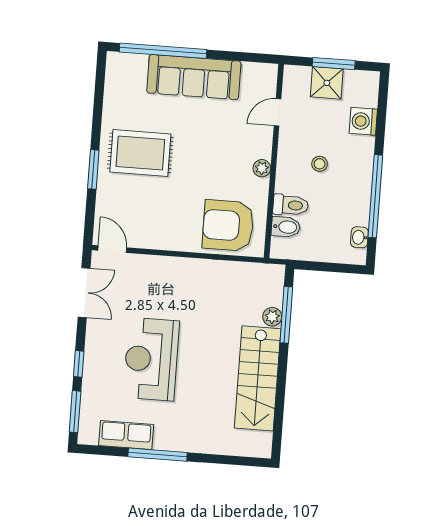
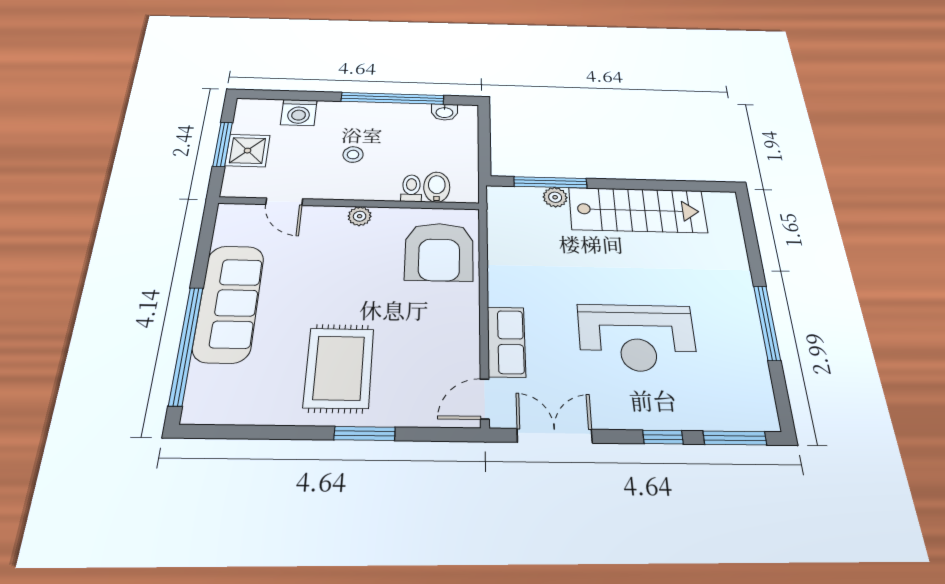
toilet: (291, 205) -> (411, 188), width x0.73, depth x0.72
row of seats: (126, 435) -> (506, 342), moved, turned 180

